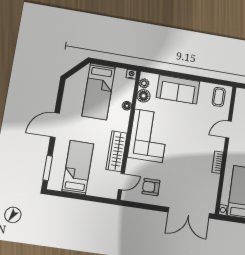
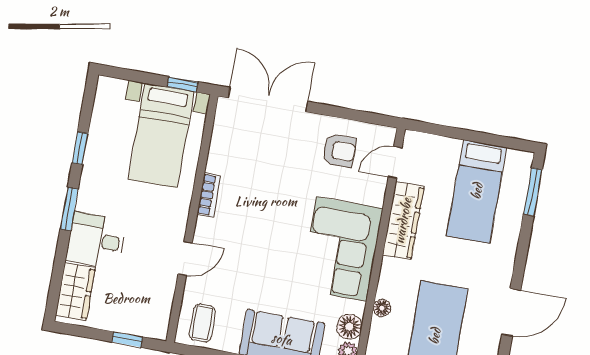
door: (55, 125) -> (511, 312), moved
window: (233, 219) -> (183, 84), added

